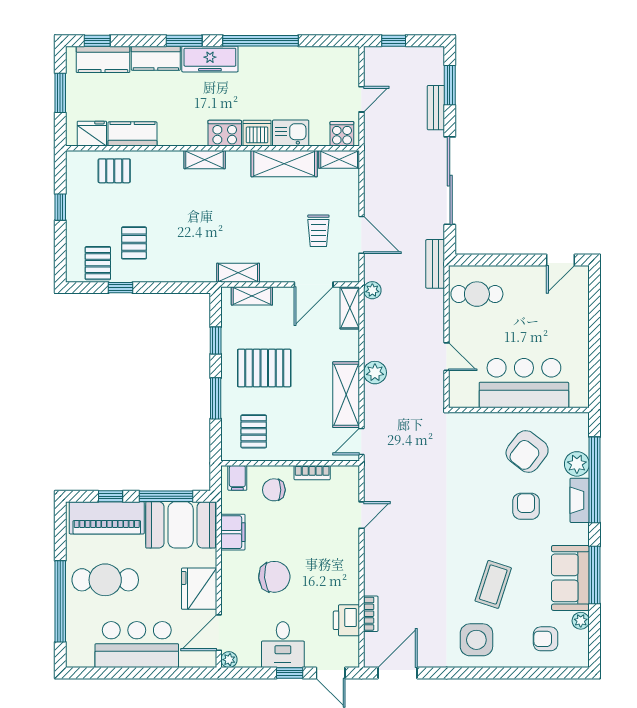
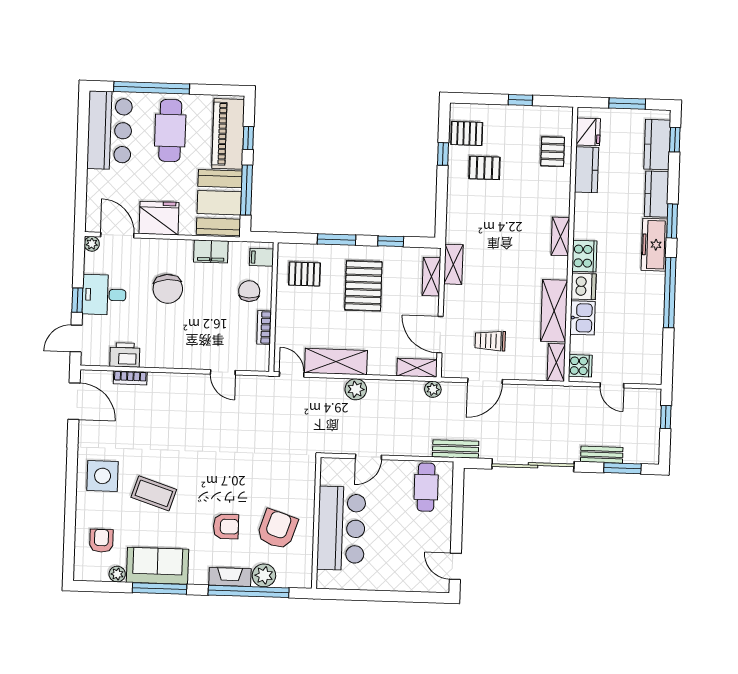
armchair: (527, 452) -> (277, 529), turned 70
bar counter: (137, 645) -> (110, 130), moved

